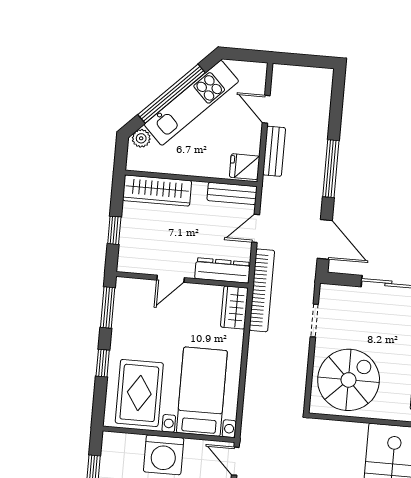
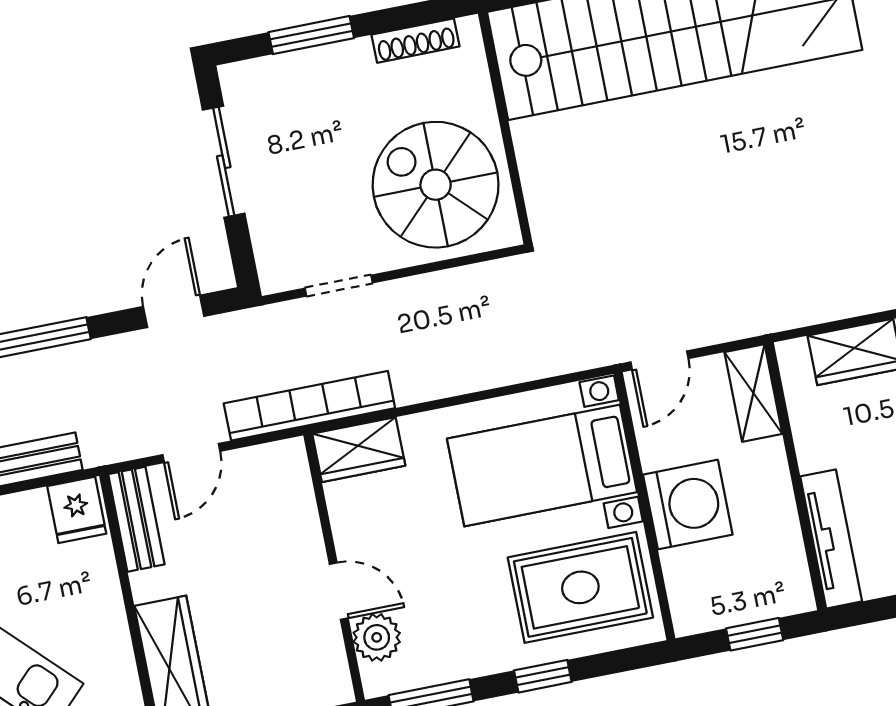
door: (256, 228) -> (191, 453), hinge flipped
door: (325, 239) -> (174, 311), width x0.73
dresser: (223, 270) -> (293, 494), removed
plant: (144, 290) -> (377, 637), added

